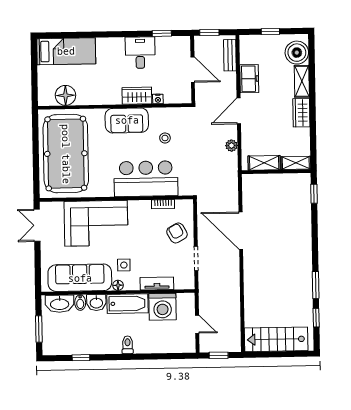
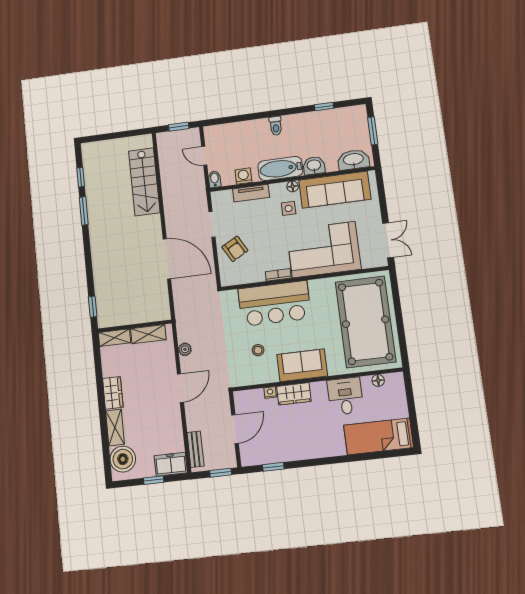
desk: (140, 53) -> (345, 396), moved, turned 180
door: (193, 70) -> (235, 429), swing flipped
freezer: (249, 79) -> (171, 464), moved, turned 90
floor lamp: (65, 95) -> (378, 380), width x0.53, depth x0.53
bookcase: (163, 204) -> (278, 275), moved
bidet: (80, 303) -> (215, 179), moved
washing machine: (163, 307) -> (243, 176), width x0.53, depth x0.53
stairs: (276, 339) -> (144, 182), moved, turned 90

